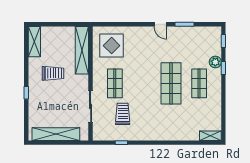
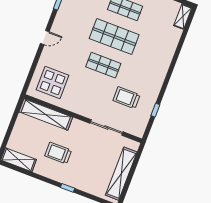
door: (160, 24) -> (45, 38), moved
trolley: (53, 73) -> (58, 153), turned -90
shop shelf: (115, 83) -> (103, 65), moved

